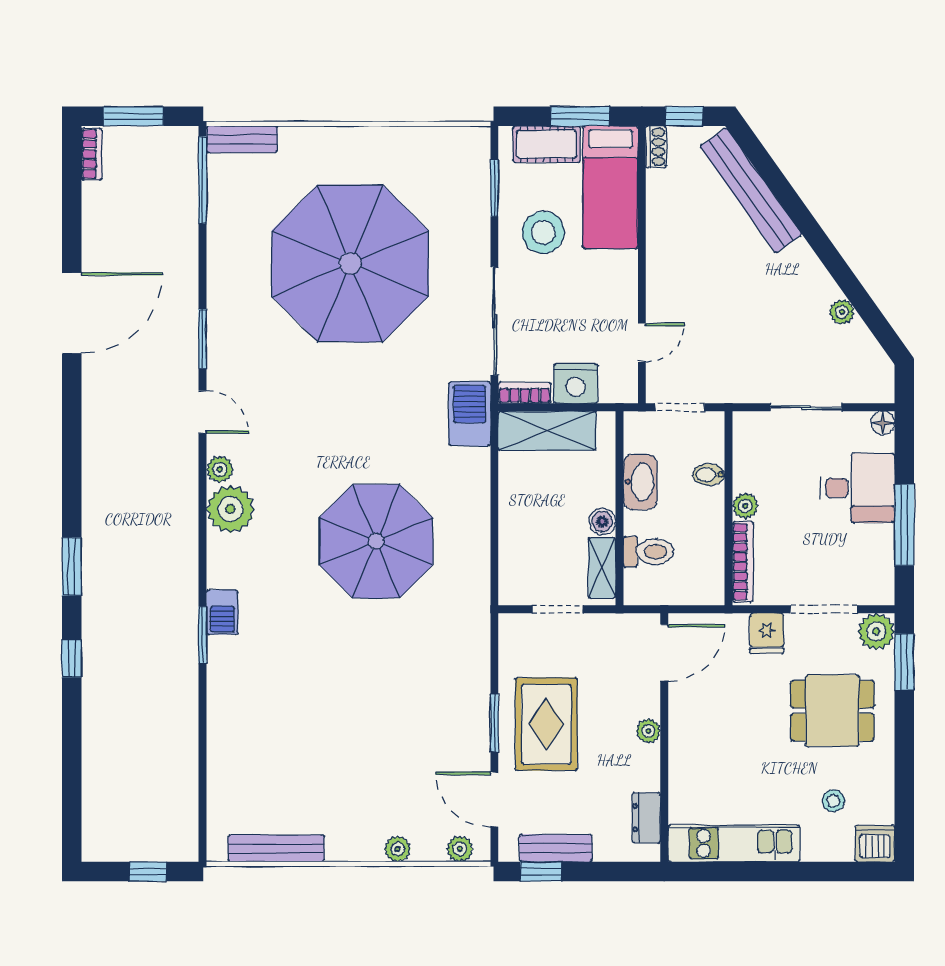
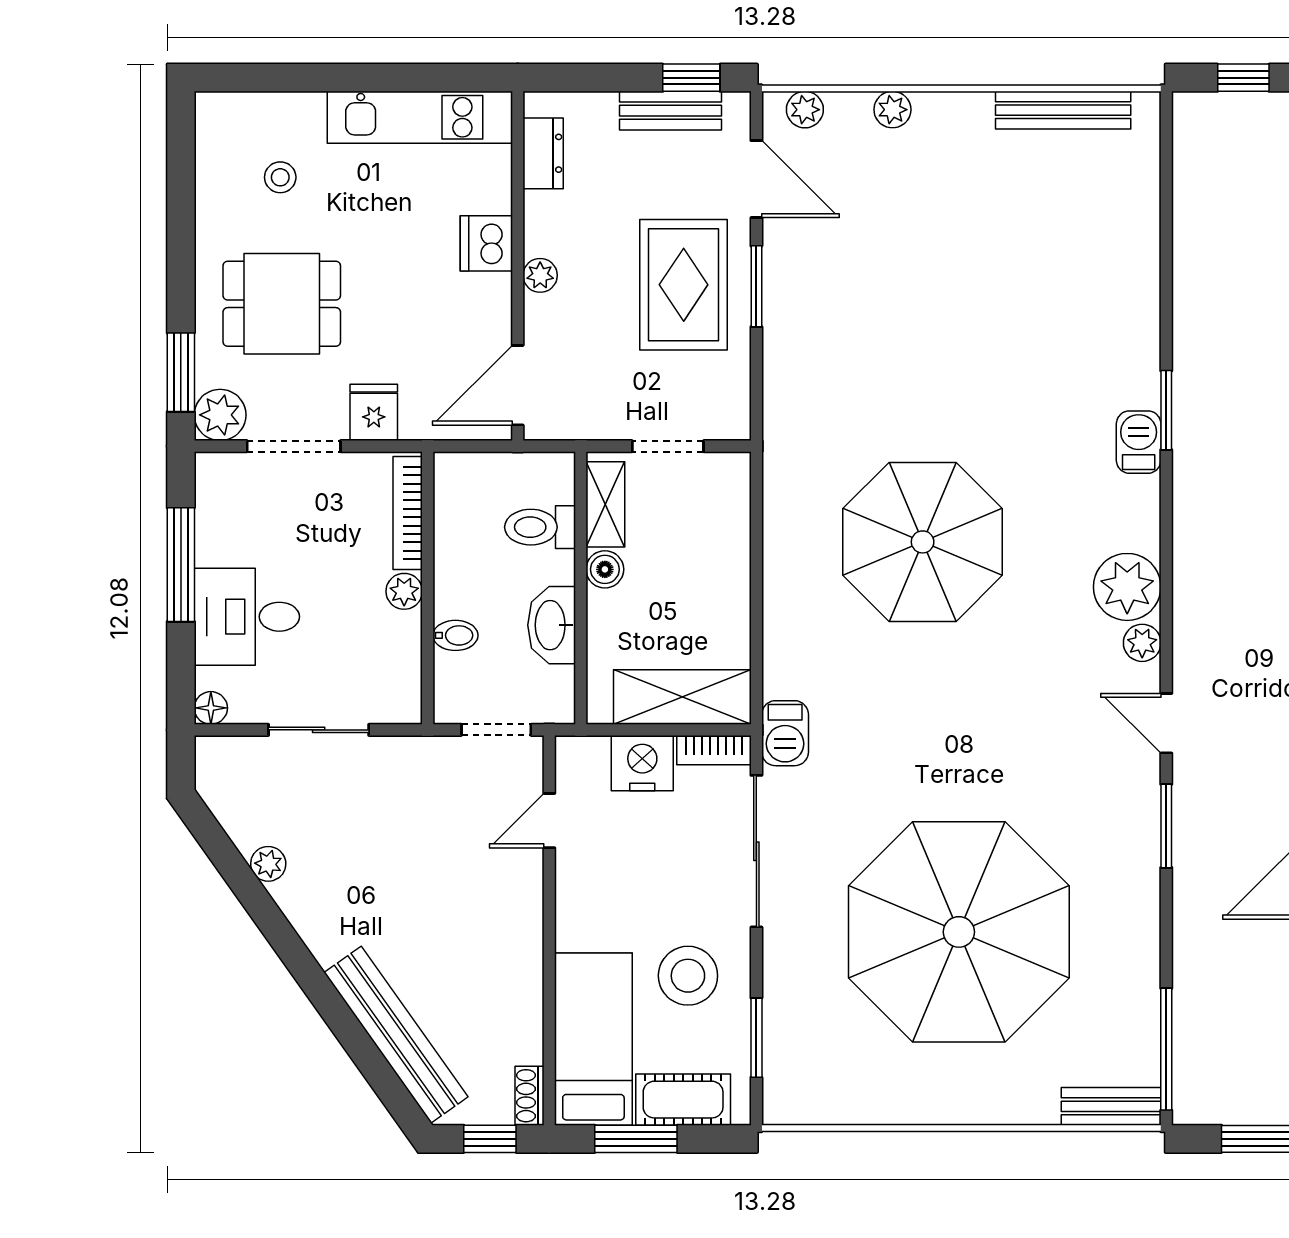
barbecue: (470, 414) -> (785, 733), width x0.73, depth x0.79
dishwasher: (875, 844) -> (486, 243), moved, turned 90

